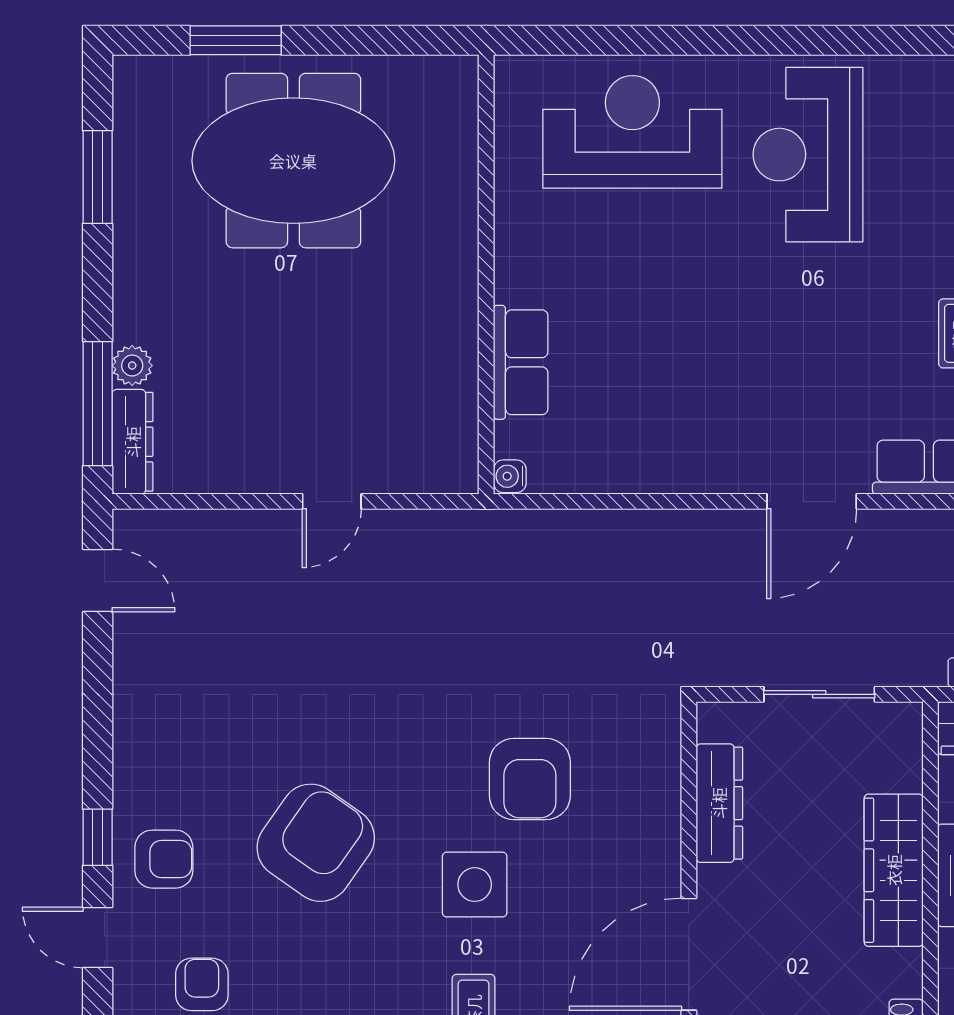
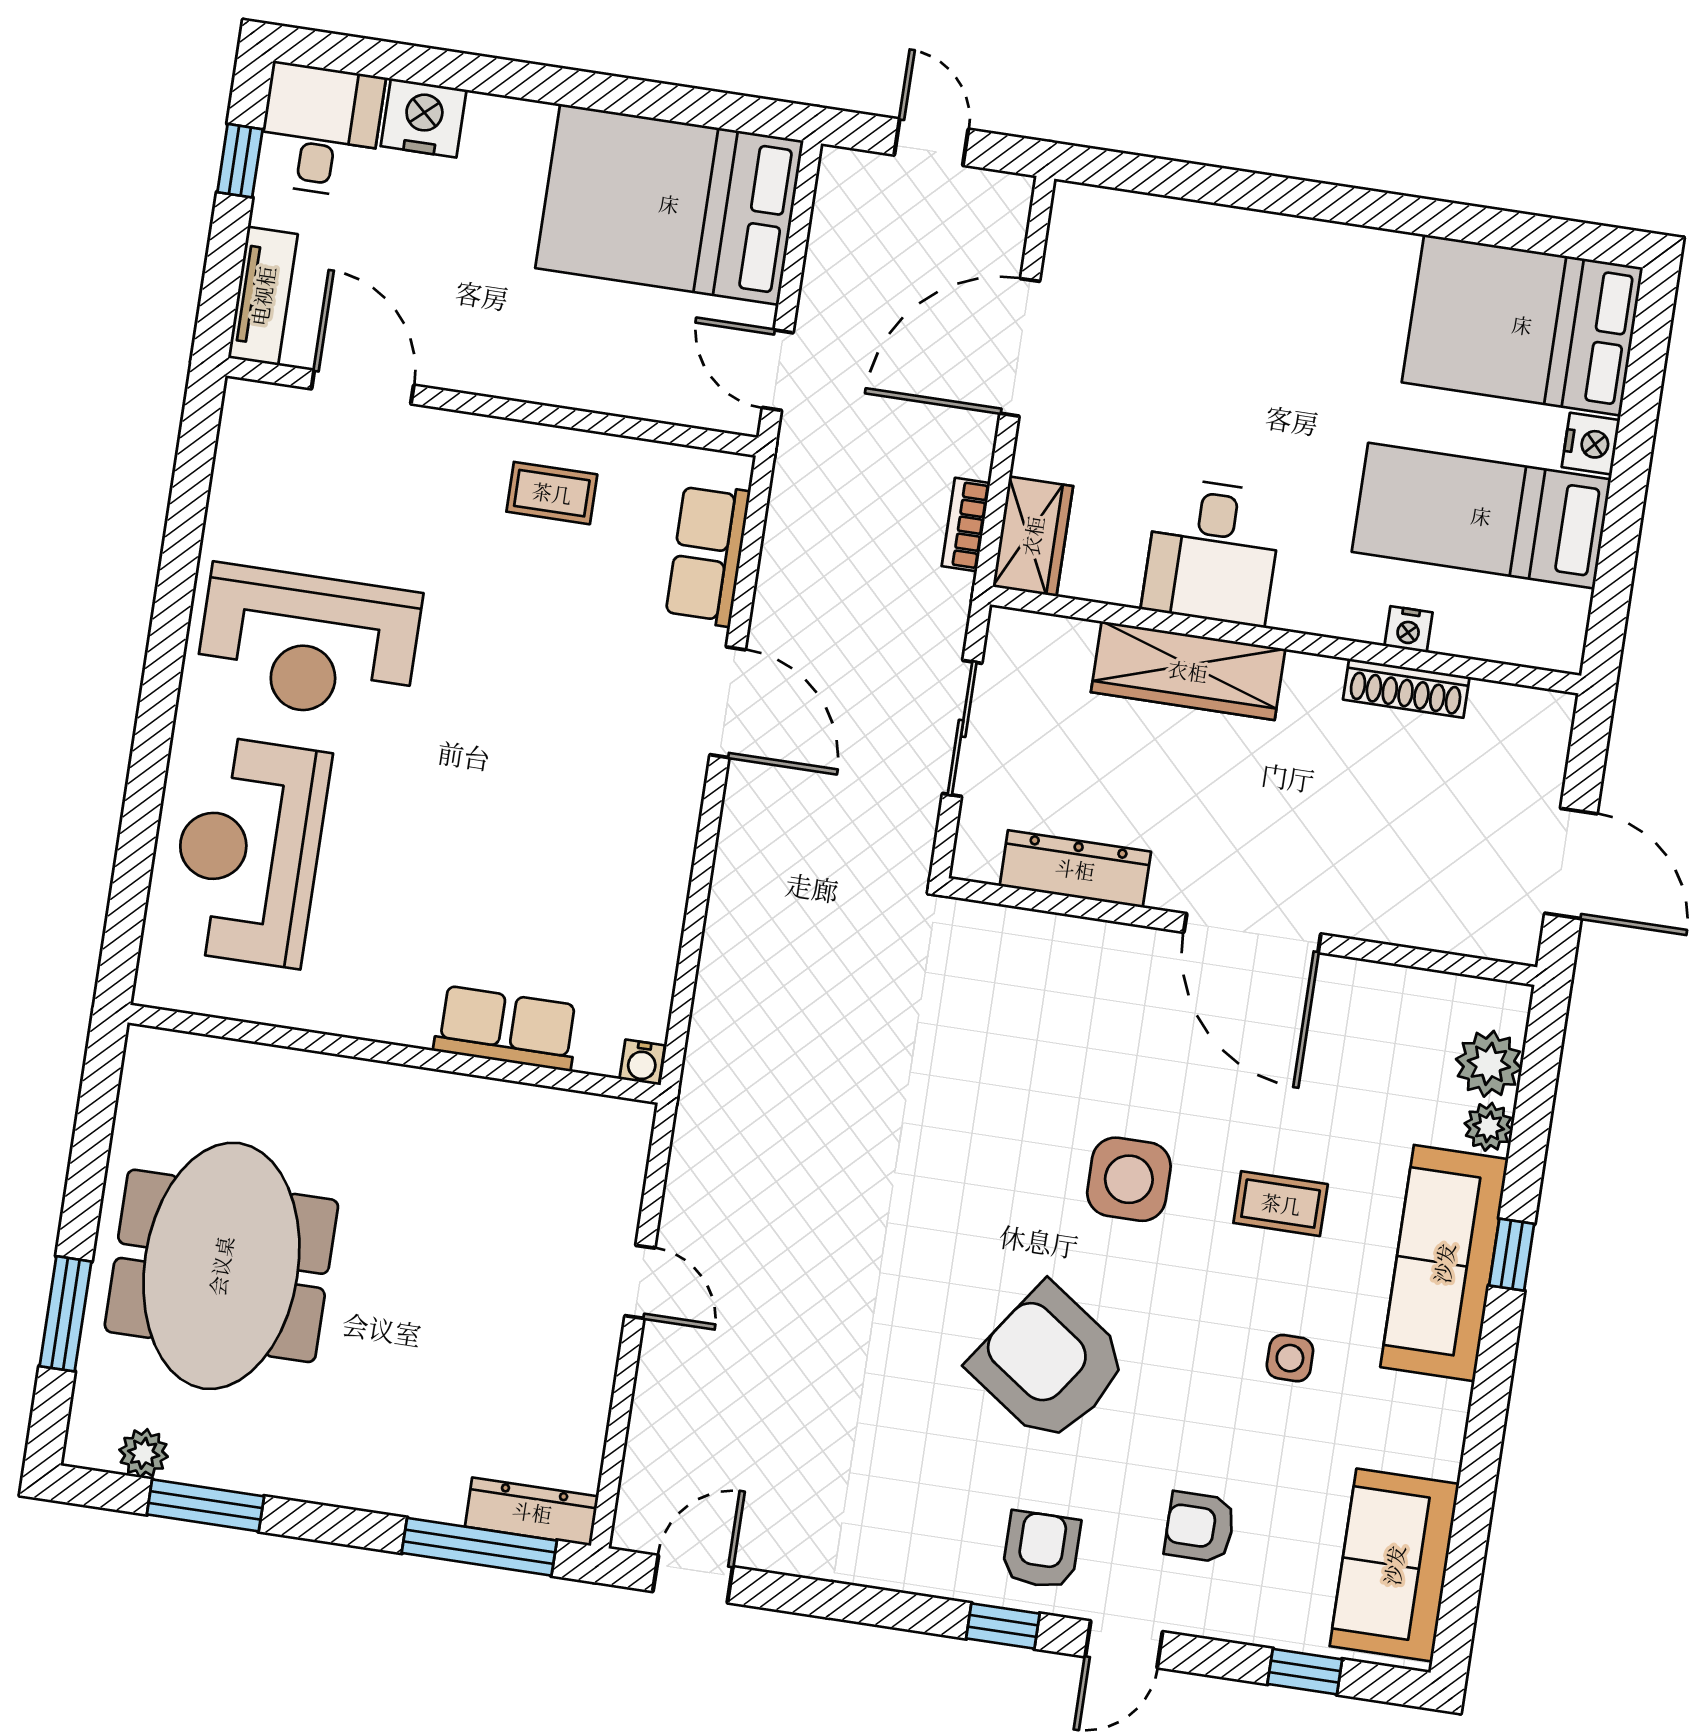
plant: (132, 366) -> (144, 1453), moved
armchair: (530, 779) -> (1012, 1093), removed

